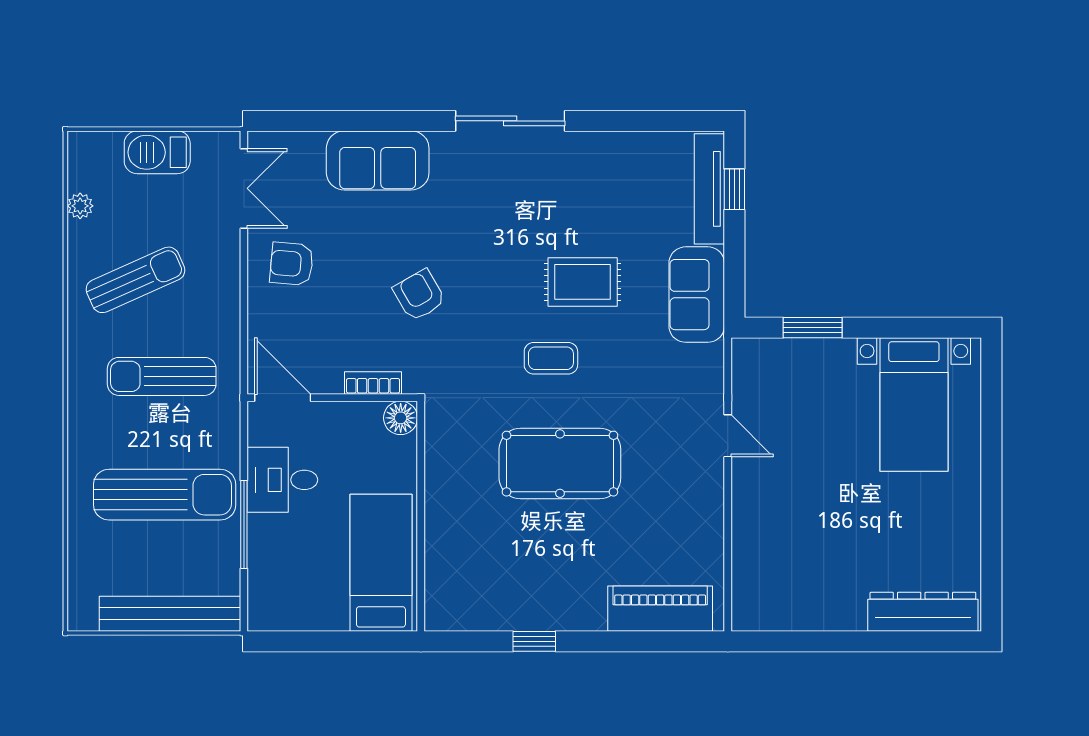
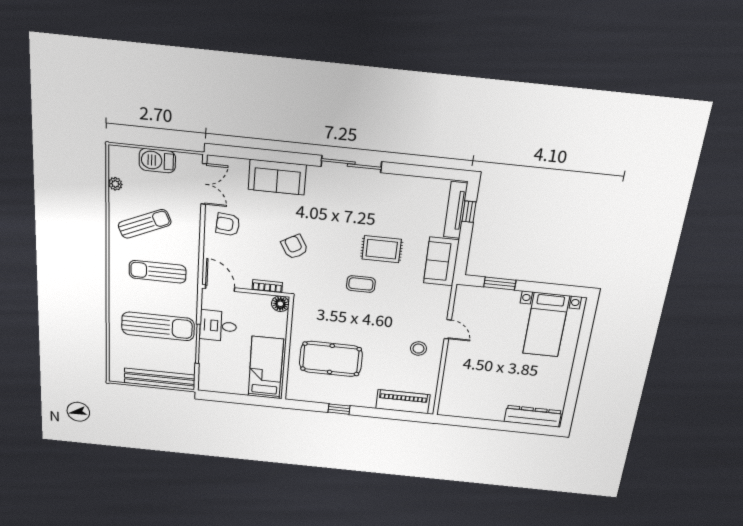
pool table: (560, 464) -> (331, 359), moved
stool: (677, 485) -> (418, 349), added

